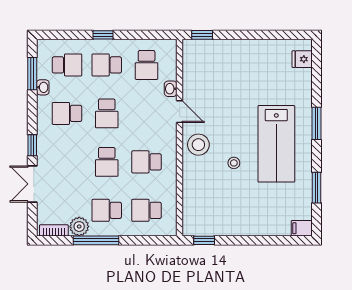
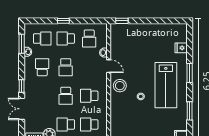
fridge: (302, 59) -> (181, 48), moved
school desk: (67, 113) -> (42, 67), turned 90

